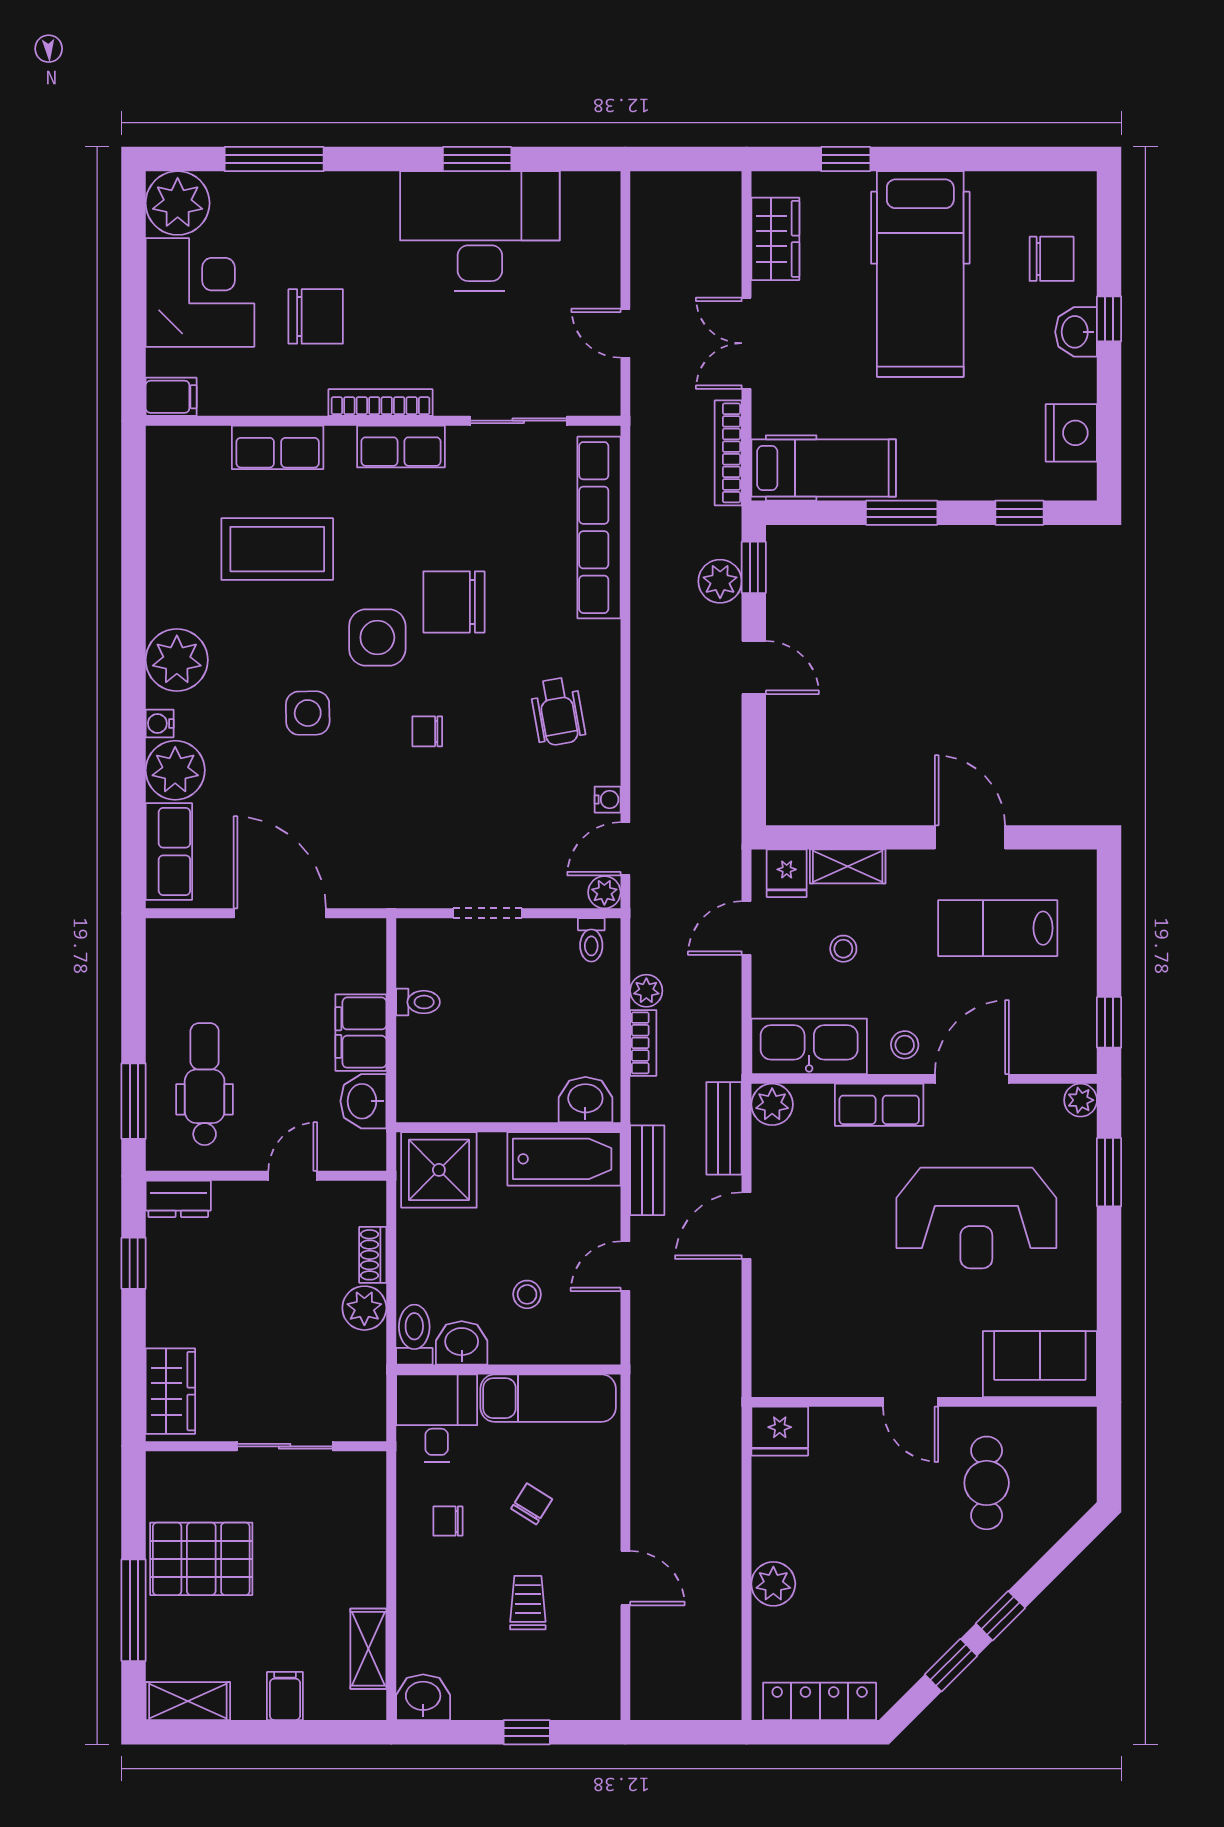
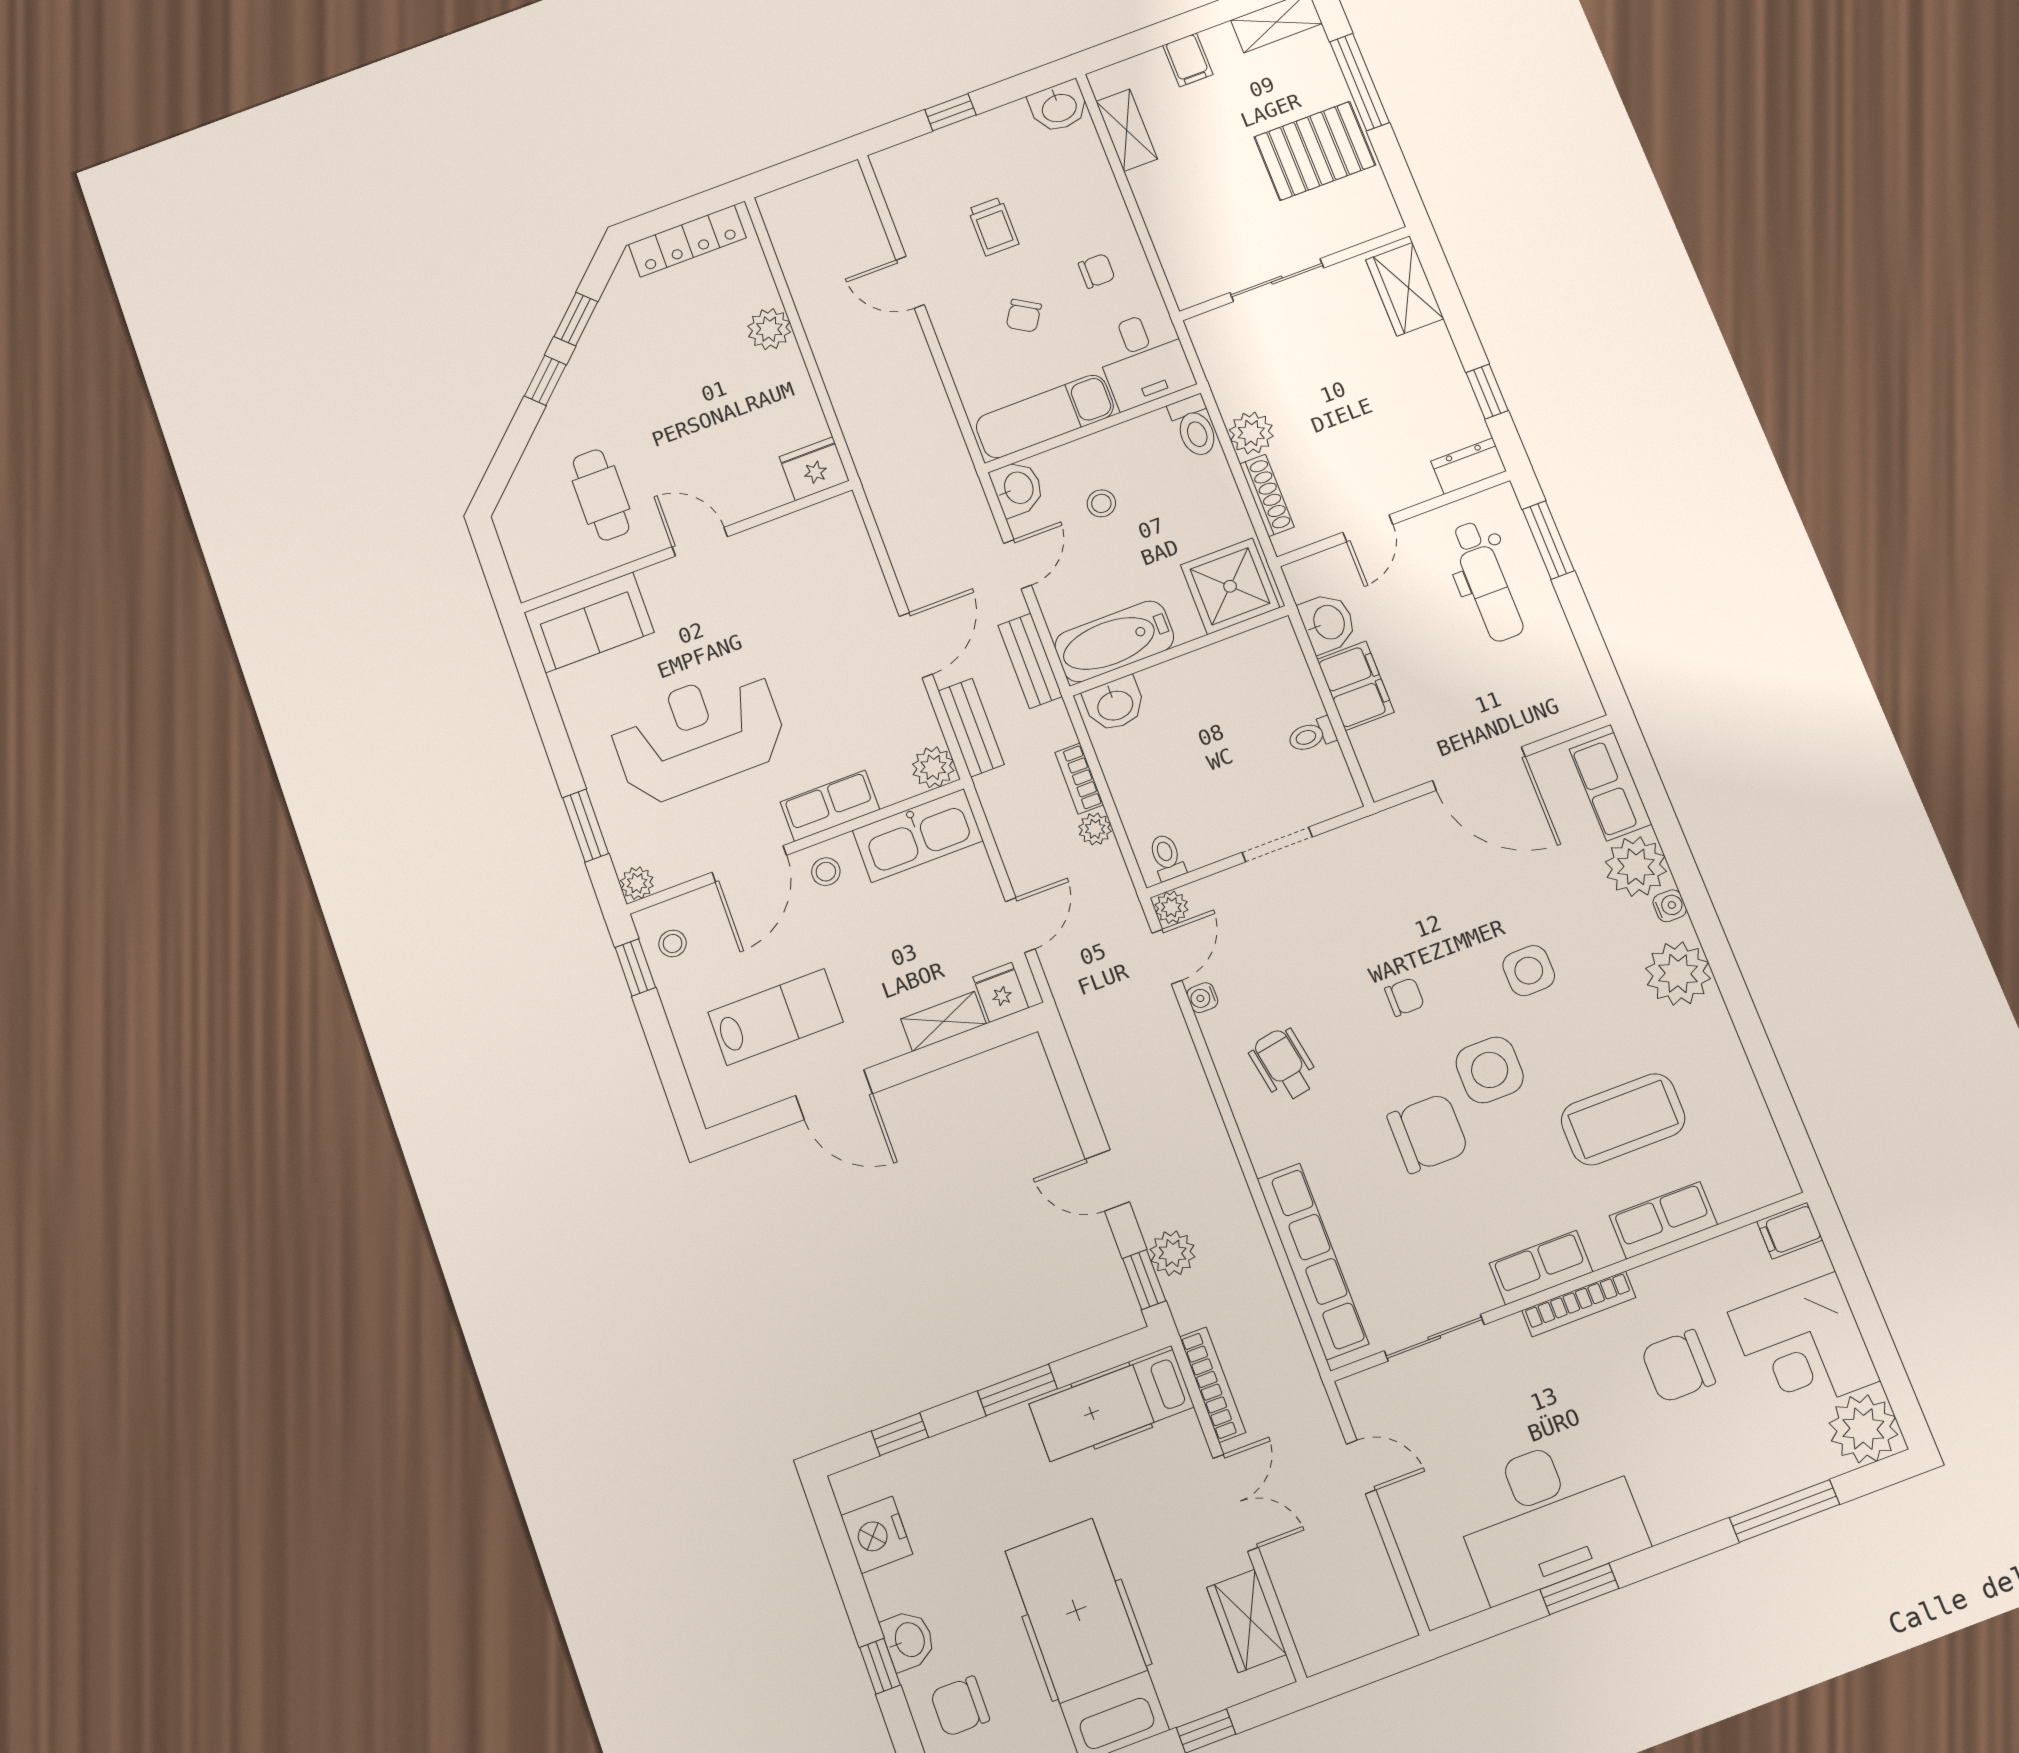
stool: (843, 949) -> (673, 943), moved
shoe rack: (373, 1255) -> (1267, 495), width x1.43
washbasin: (462, 1343) -> (1018, 488), moved, turned -90

